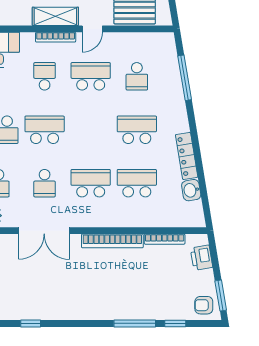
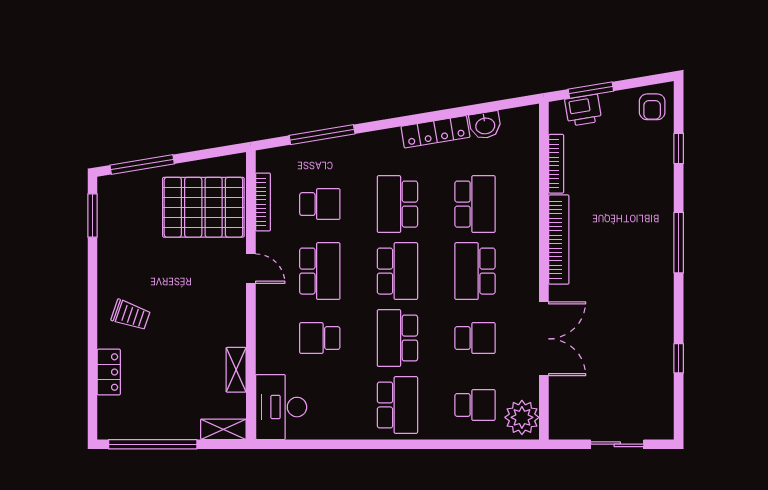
shelving: (55, 16) -> (236, 370), moved, width x0.67, depth x0.75
bookcase: (56, 37) -> (263, 202), moved
school desk: (91, 76) -> (320, 271), turned 180
school desk: (91, 130) -> (397, 271), added
school desk: (137, 183) -> (475, 204), turned 180
window: (221, 295) -> (591, 90), moved
window: (135, 323) -> (679, 243), moved

